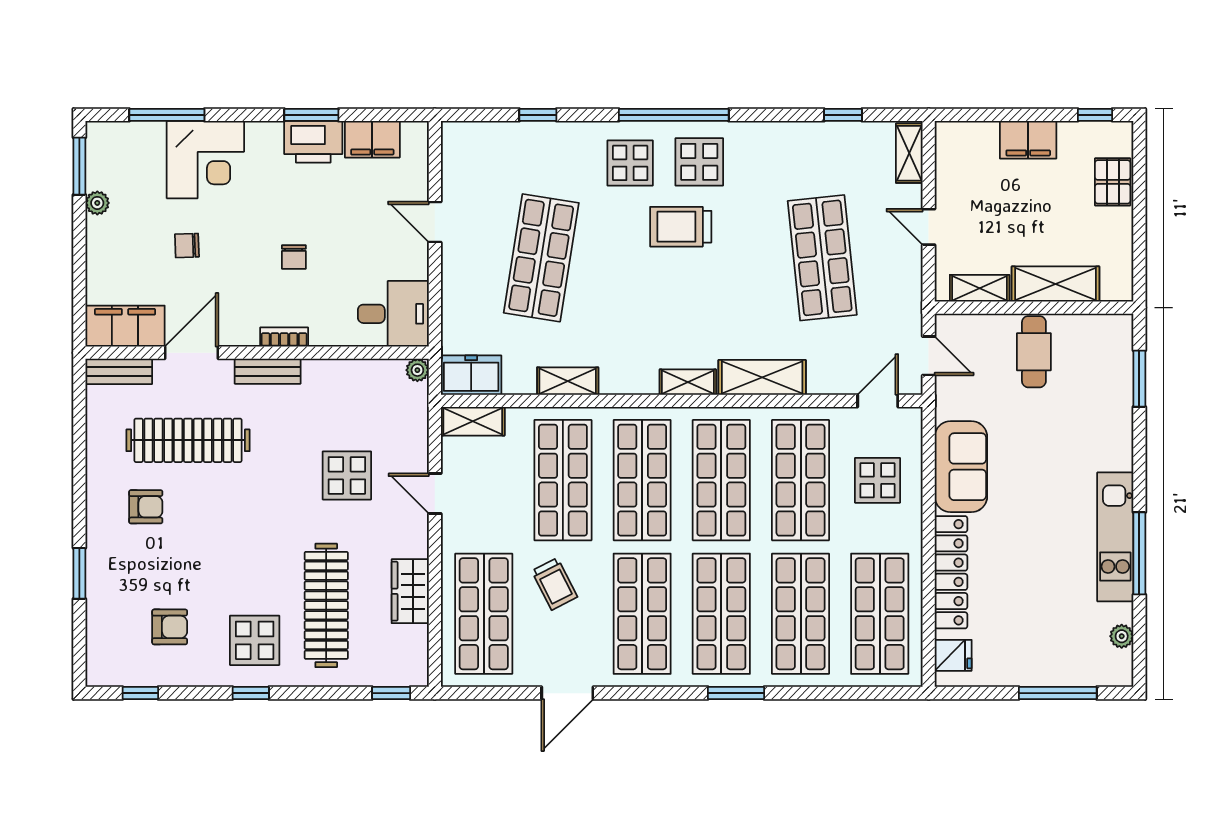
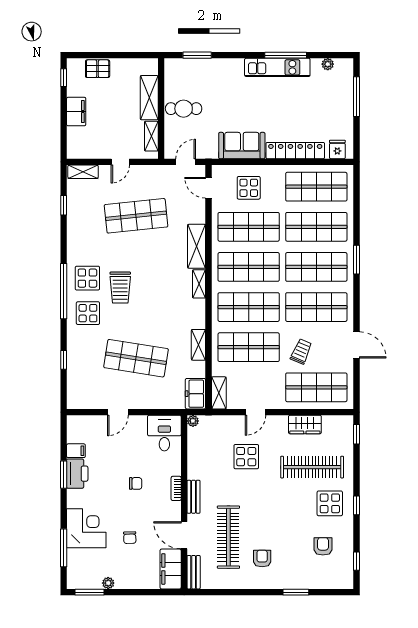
filing cabinet: (372, 139) -> (76, 451), width x0.50
trolley: (555, 584) -> (301, 351), turned -40

